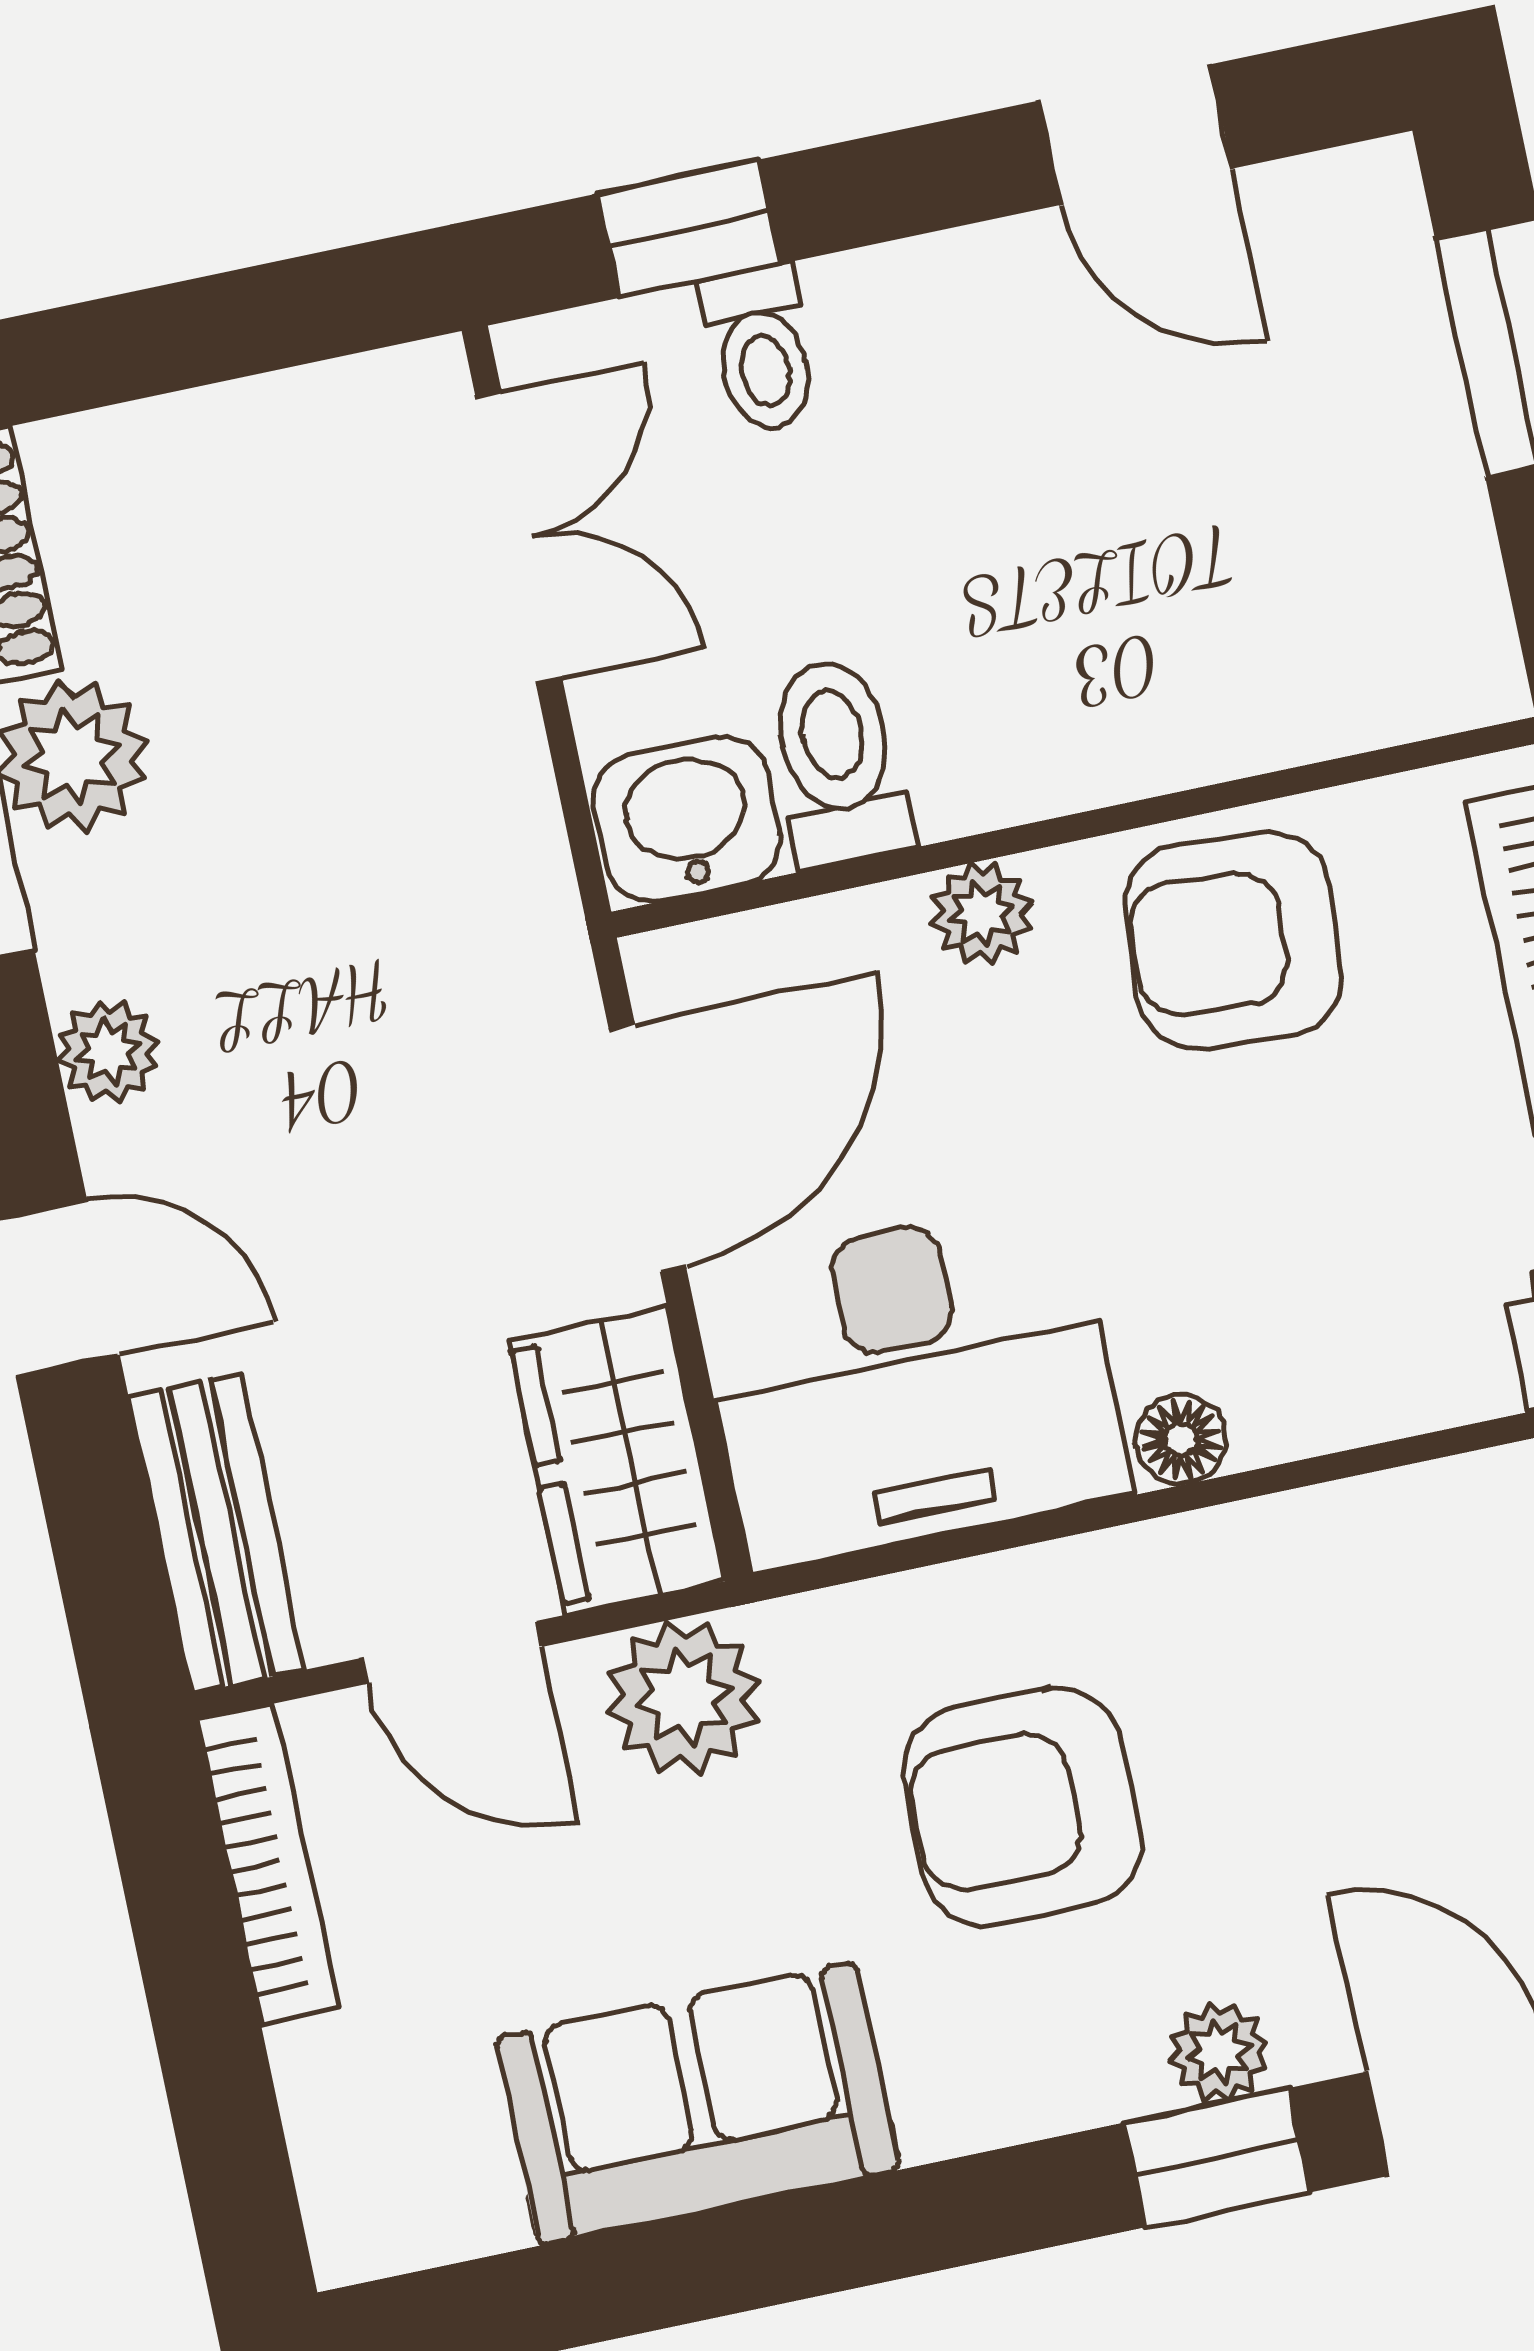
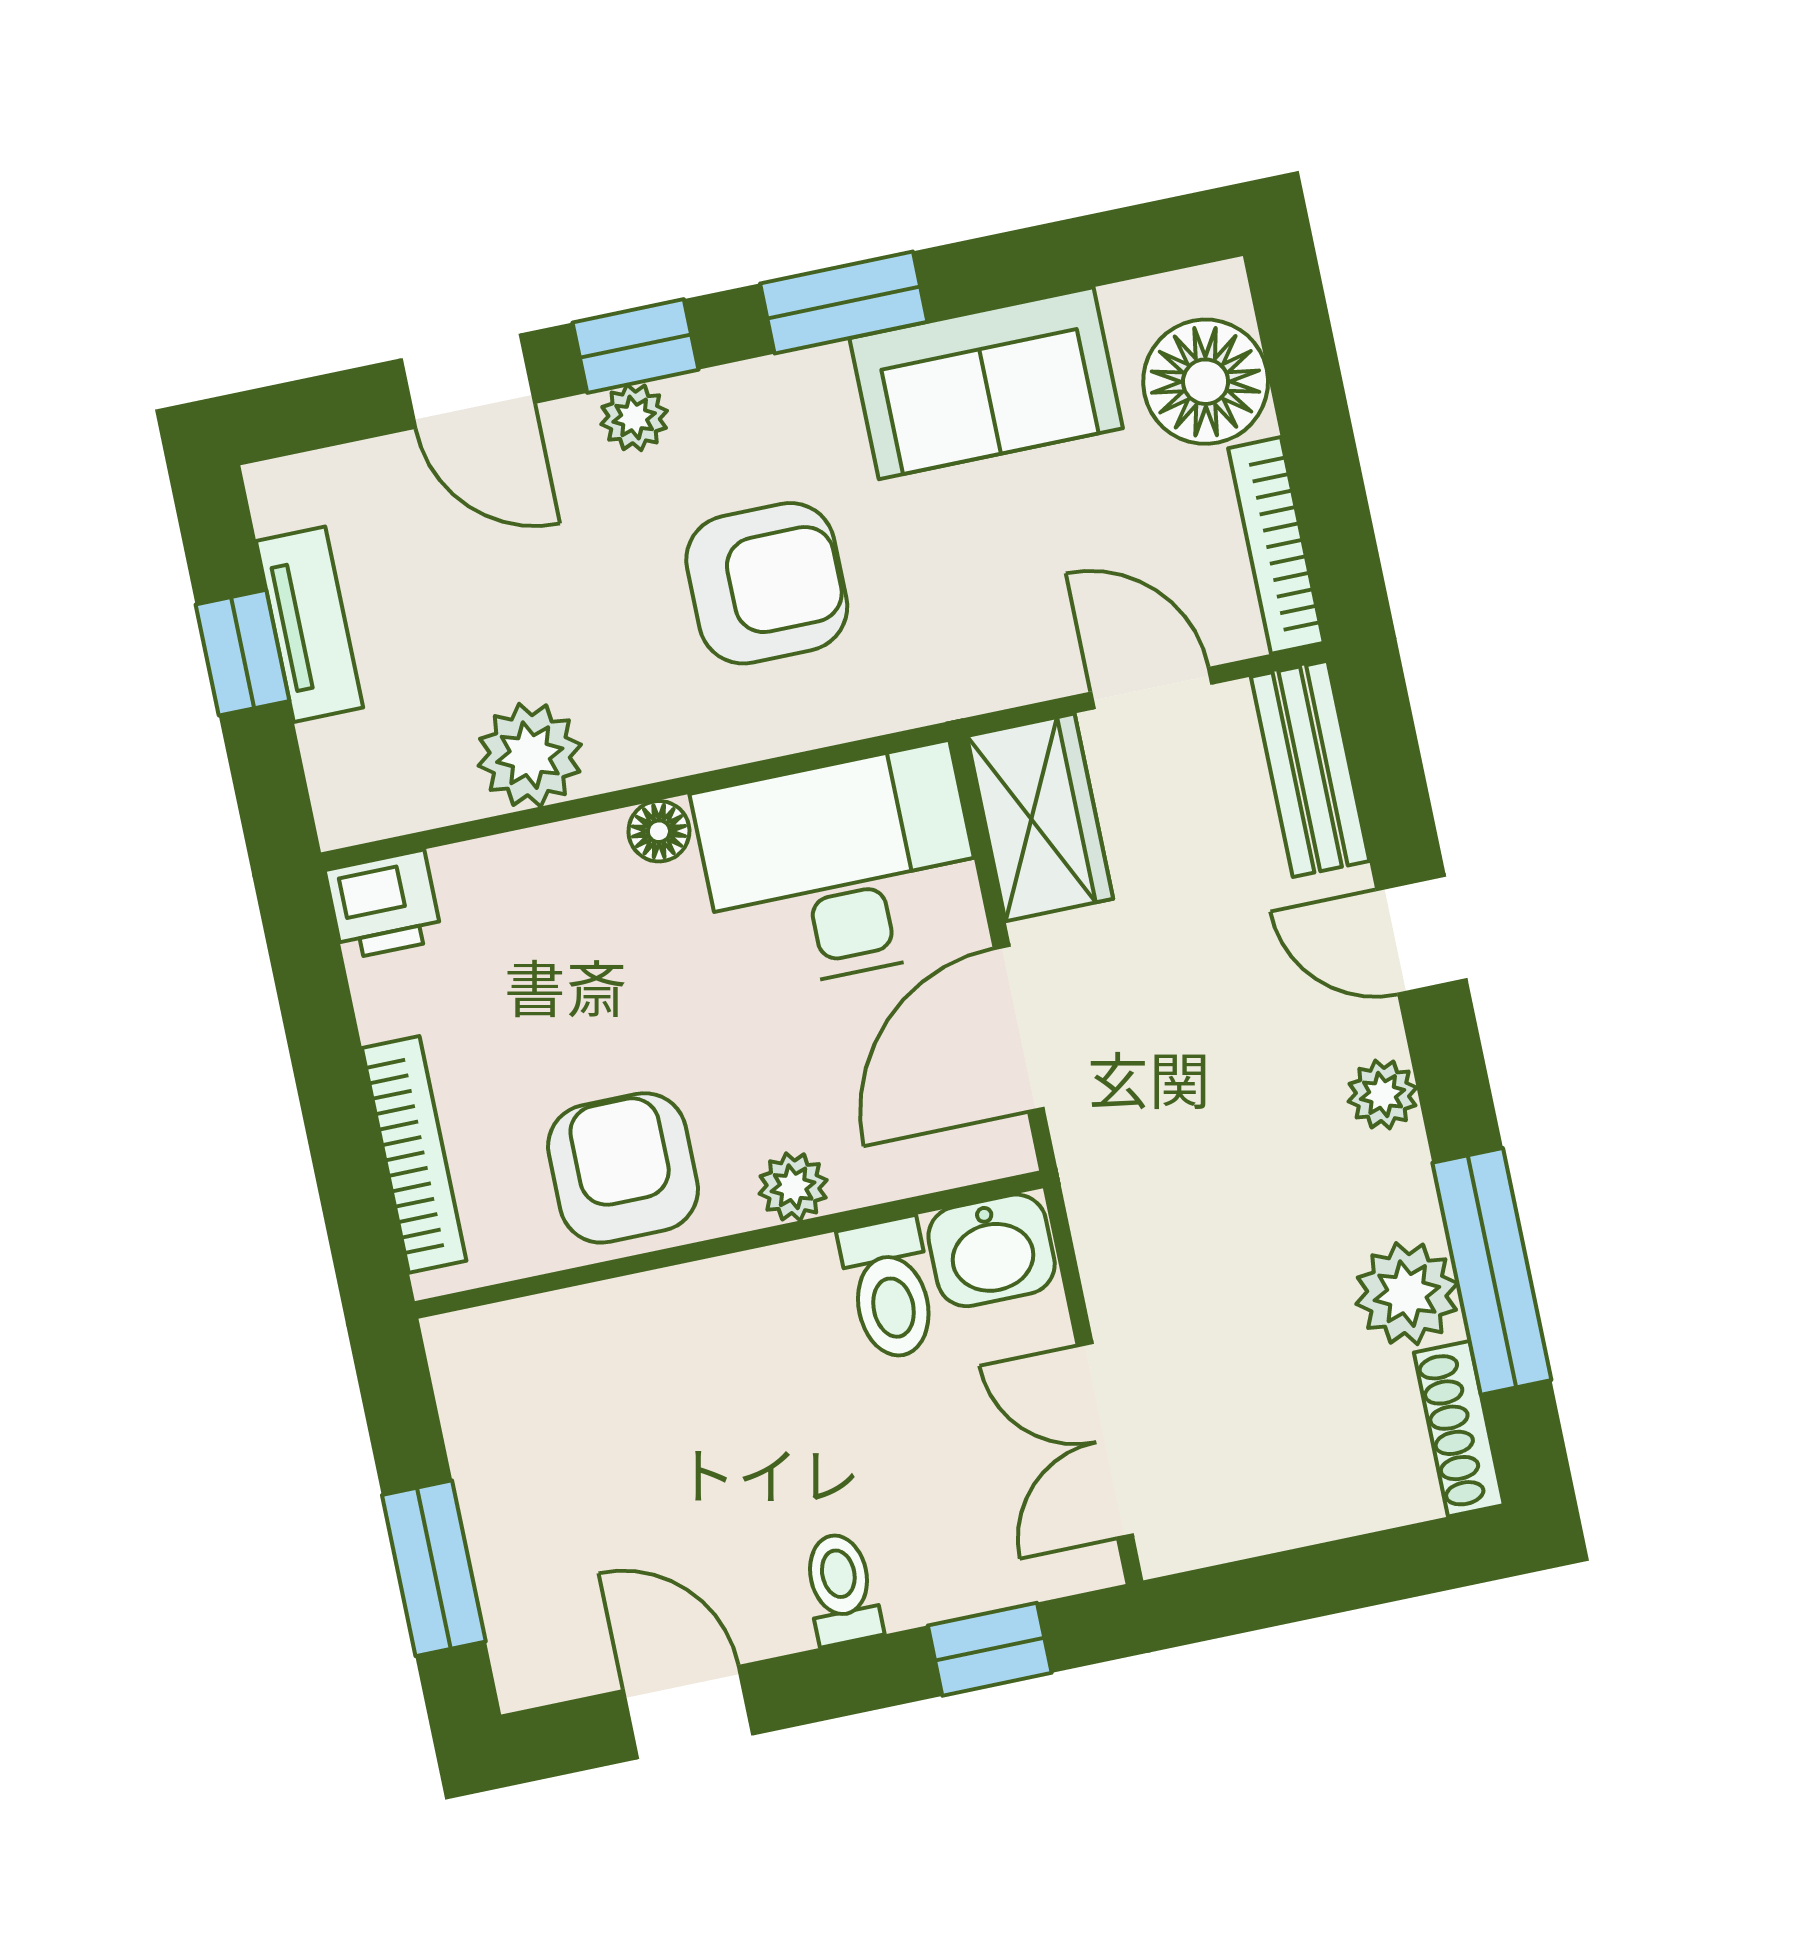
toilet: (761, 349) -> (841, 1588), moved
armchair: (1233, 941) -> (623, 1168), turned -94
plant: (683, 1697) -> (530, 755), moved
floor lamp: (372, 2106) -> (1206, 382), added
window: (908, 2223) -> (844, 303), added

